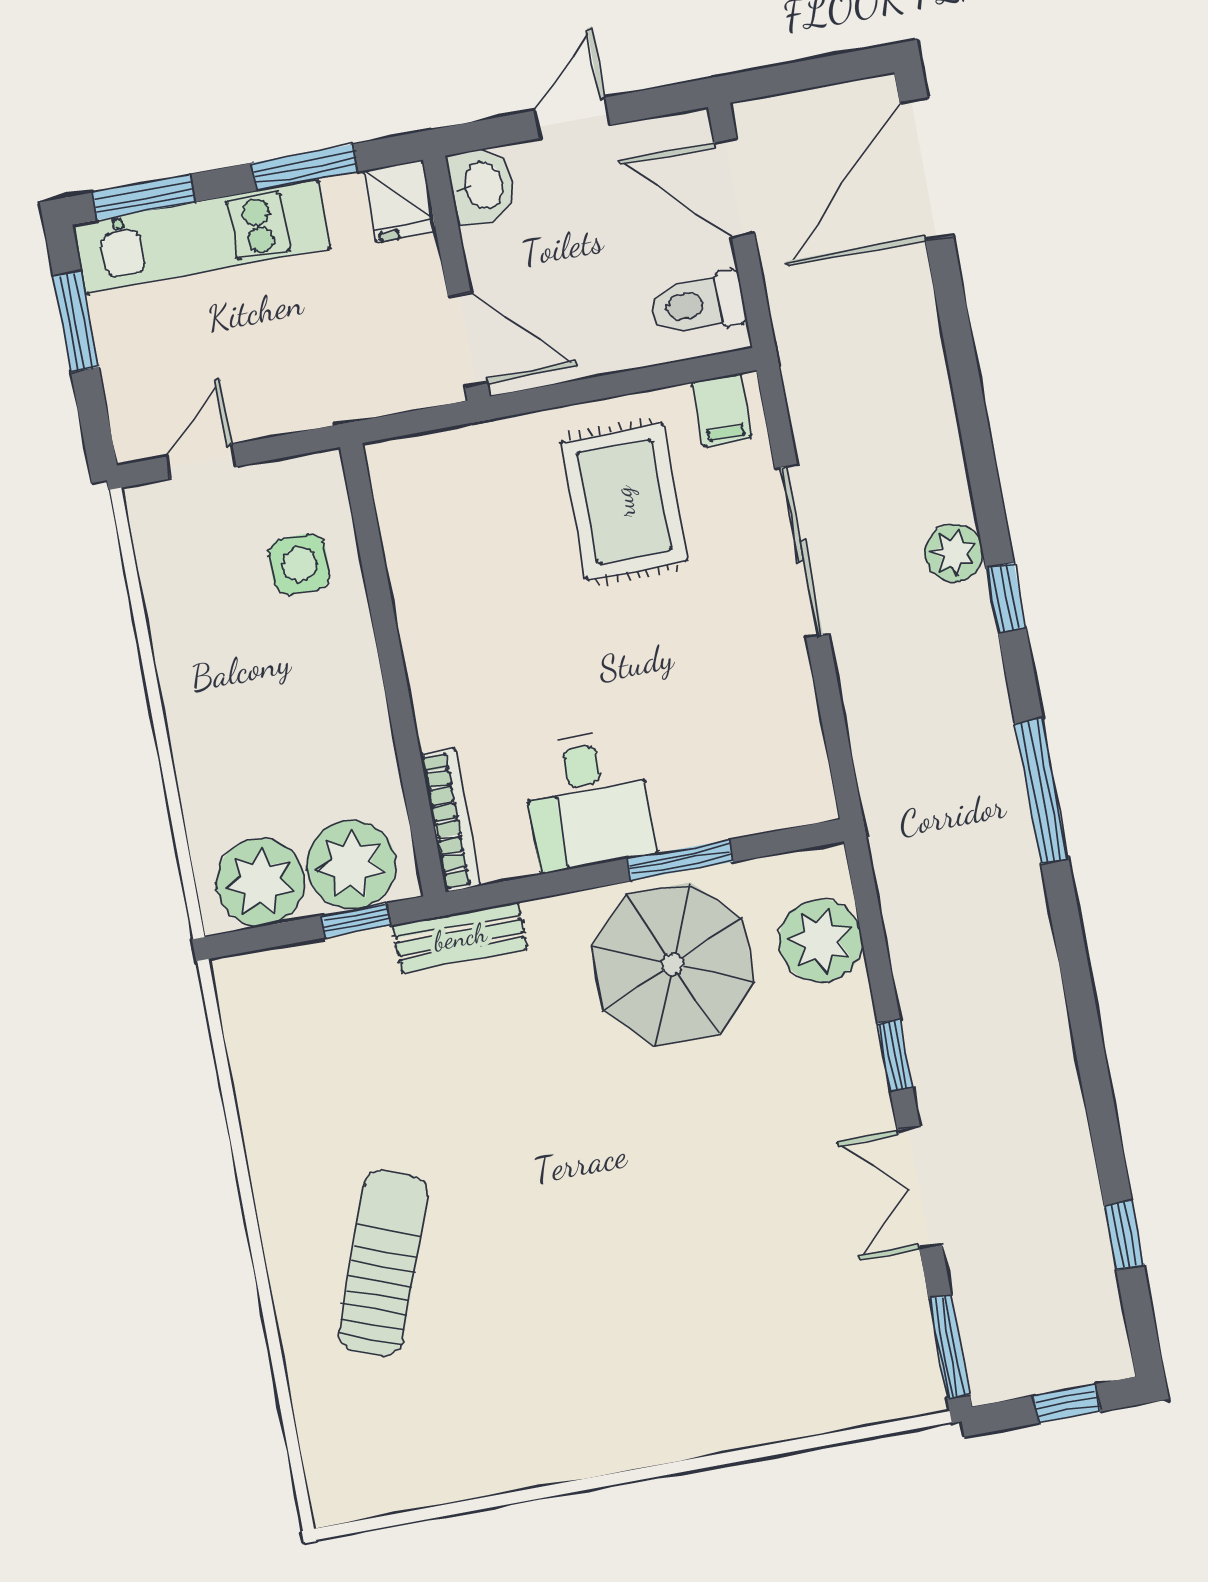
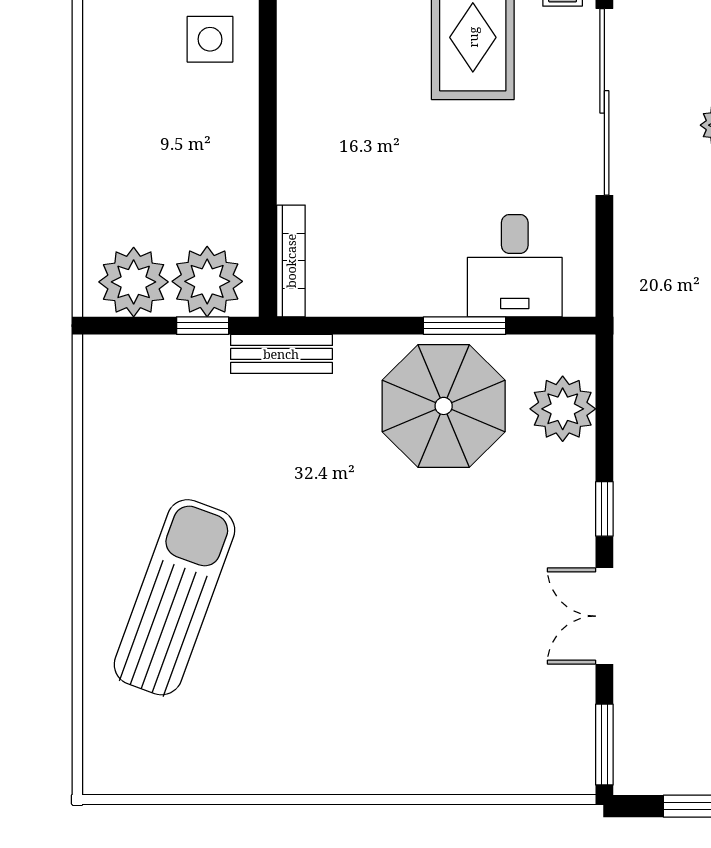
sliding door: (802, 551) -> (604, 102), width x1.36
desk: (588, 801) -> (515, 266), moved
sun lounger: (383, 1263) -> (174, 597), width x1.36, depth x1.34

